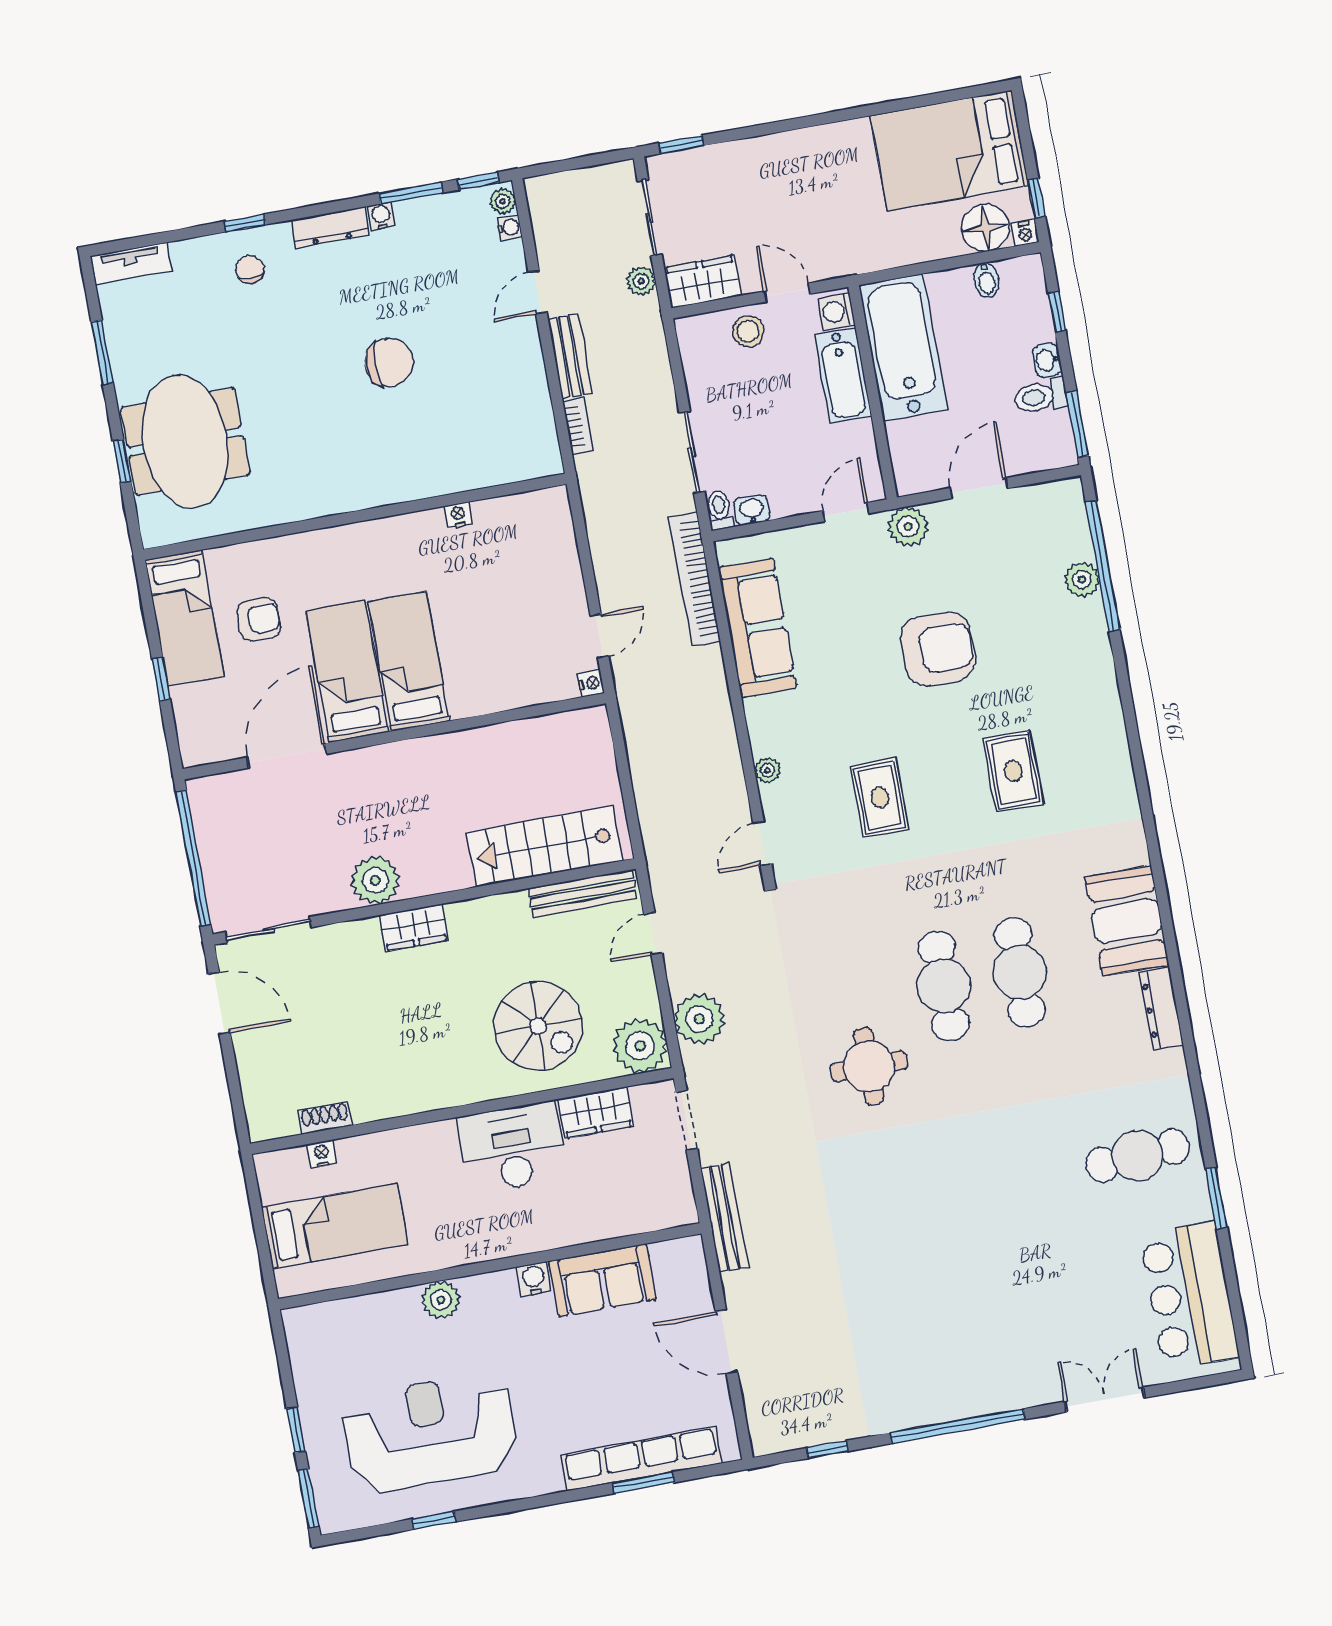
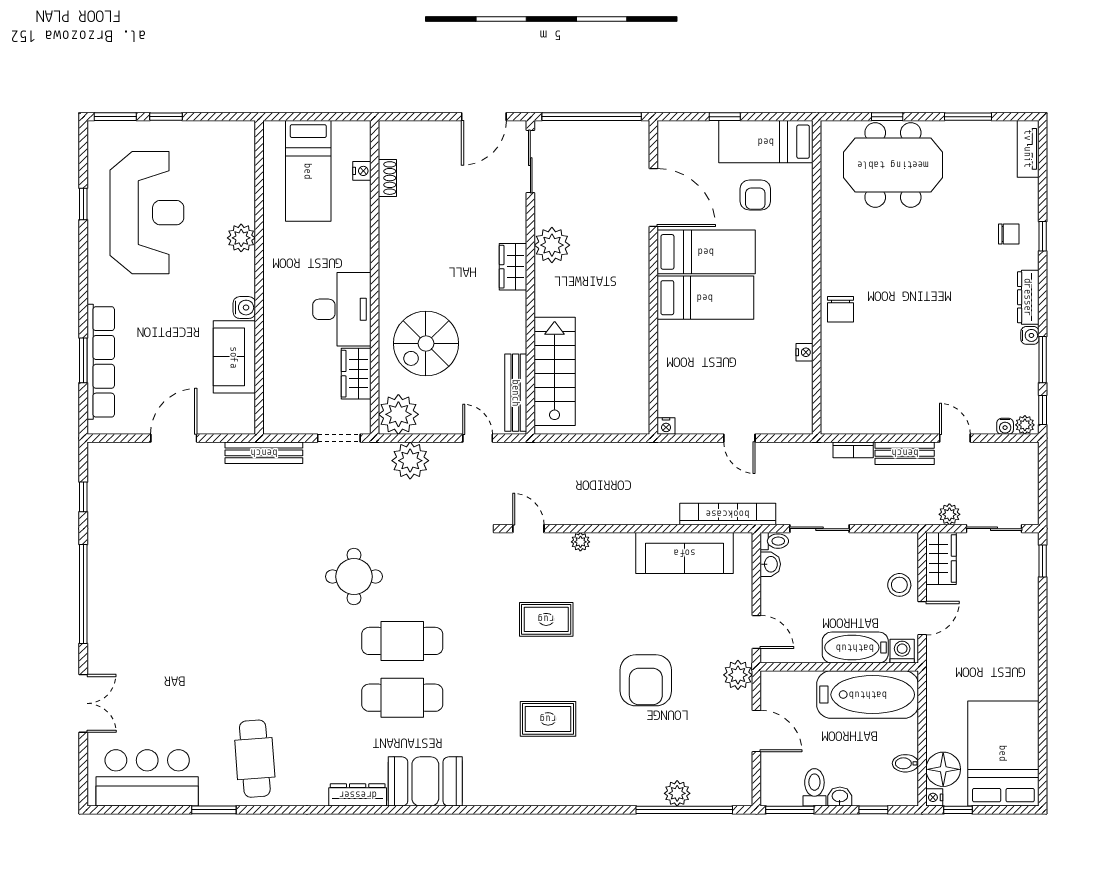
chair: (389, 362) -> (841, 309), moved, width x0.73, depth x0.73
door: (599, 636) -> (739, 438), moved

